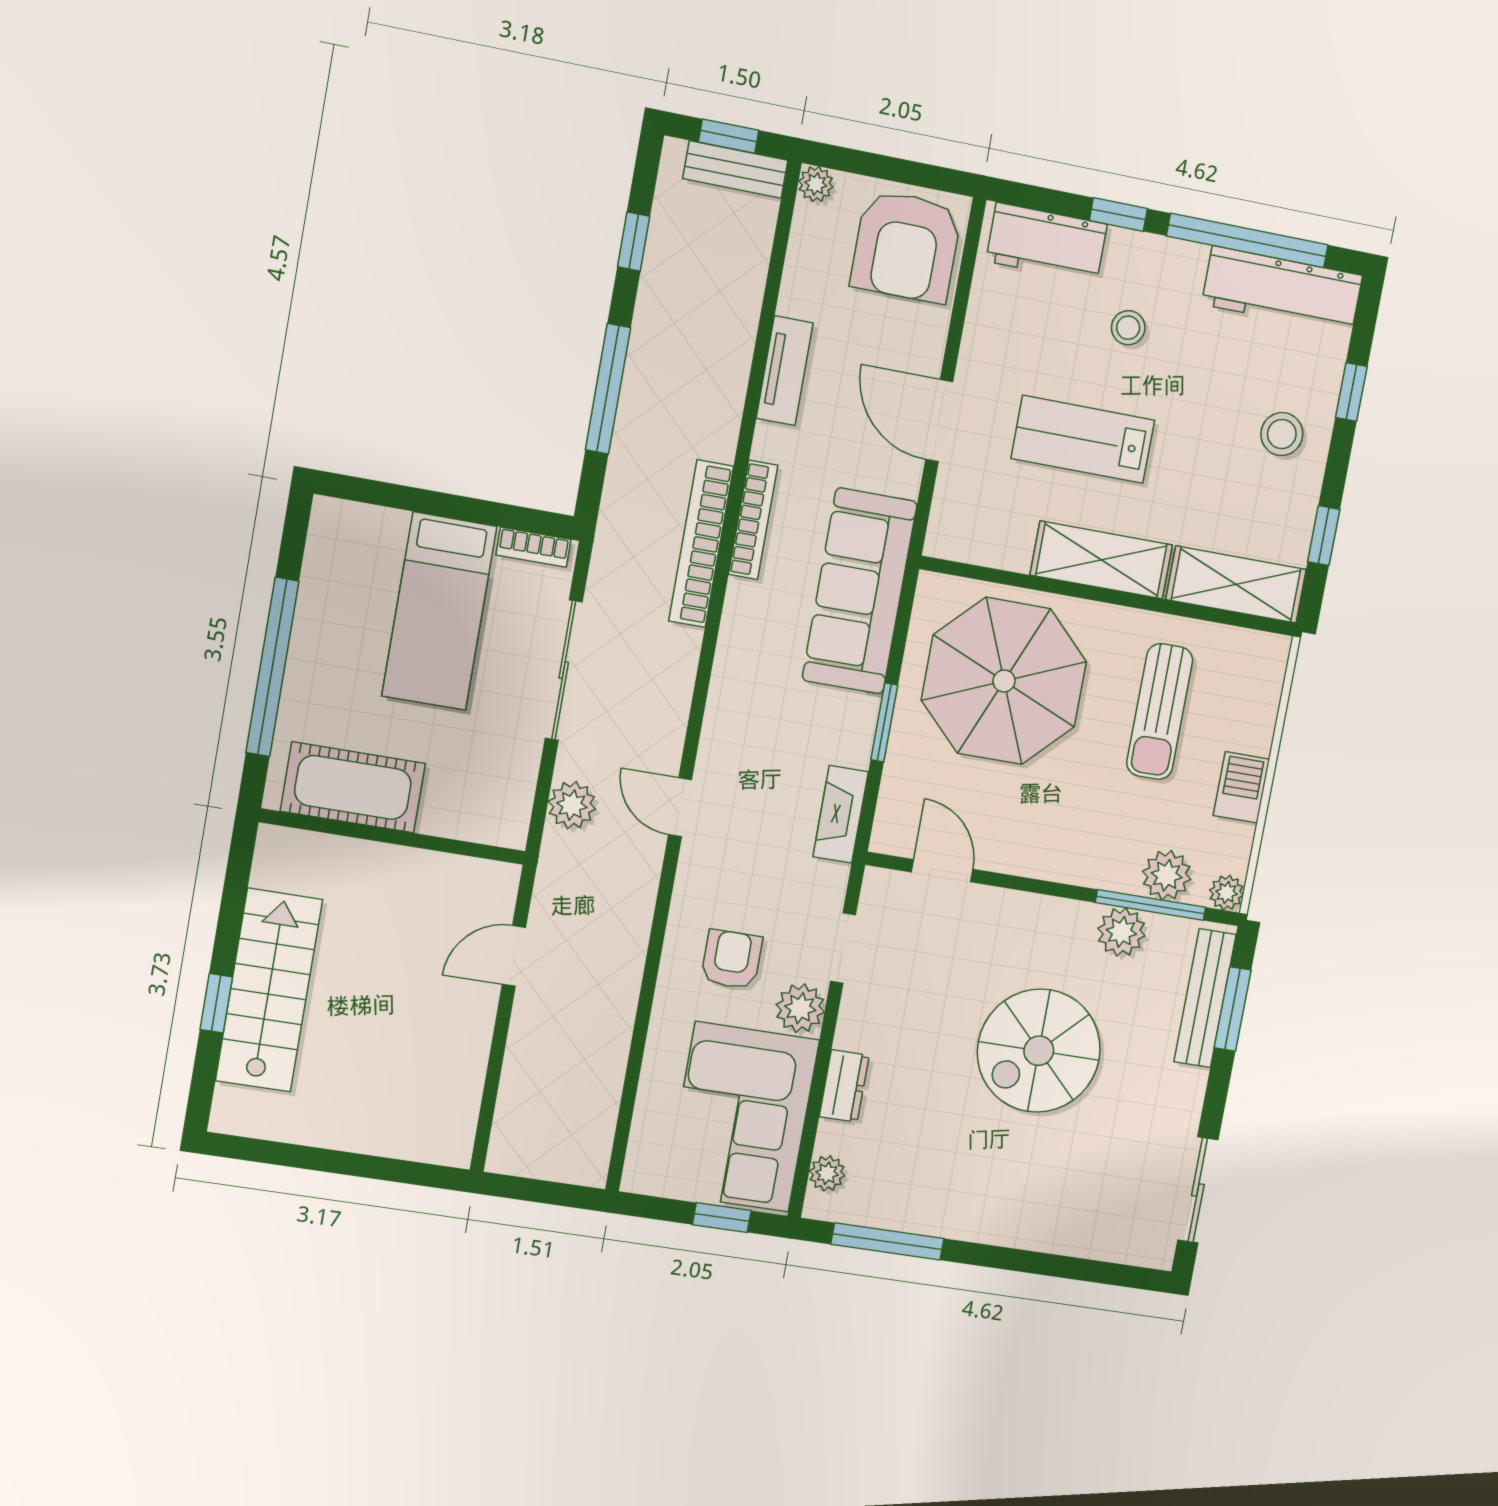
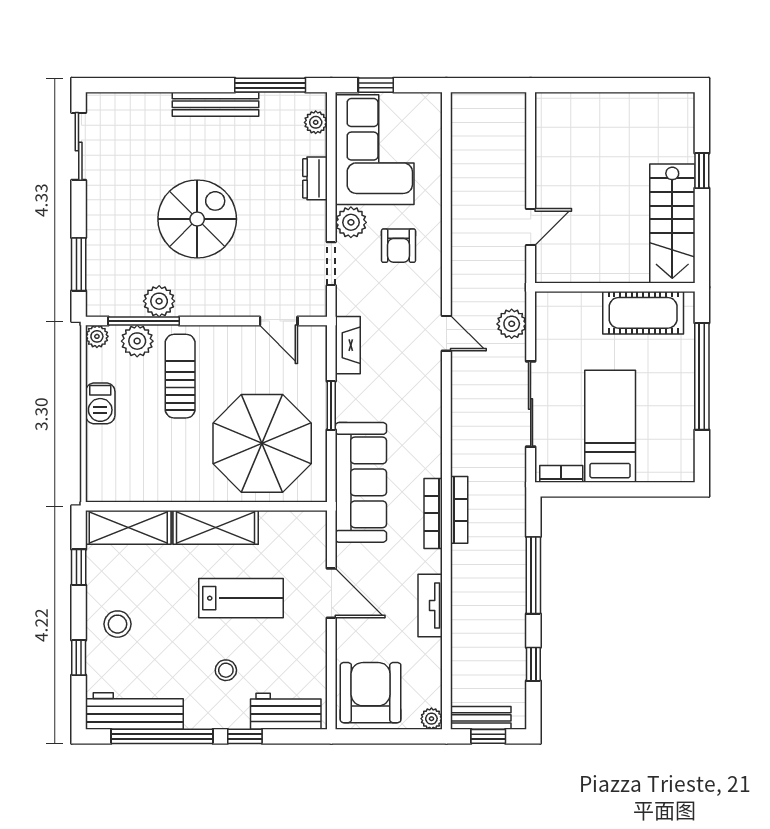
bookcase: (701, 544) -> (459, 510), width x0.68, depth x0.76
sun lounger: (1160, 712) -> (180, 376), moved
stairs: (269, 990) -> (672, 223), moved
bench: (1205, 998) -> (215, 104), moved, turned 90

